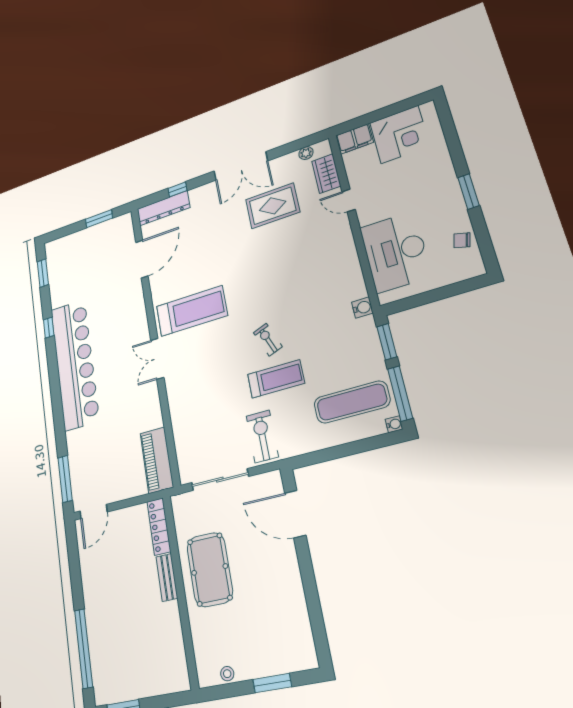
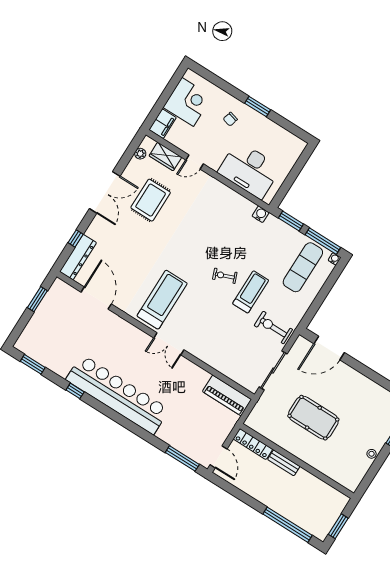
chair: (462, 240) -> (230, 119), moved
locker: (159, 526) -> (253, 444), moved
bench: (167, 577) -> (284, 463), moved
wall: (180, 590) -> (297, 461), moved

